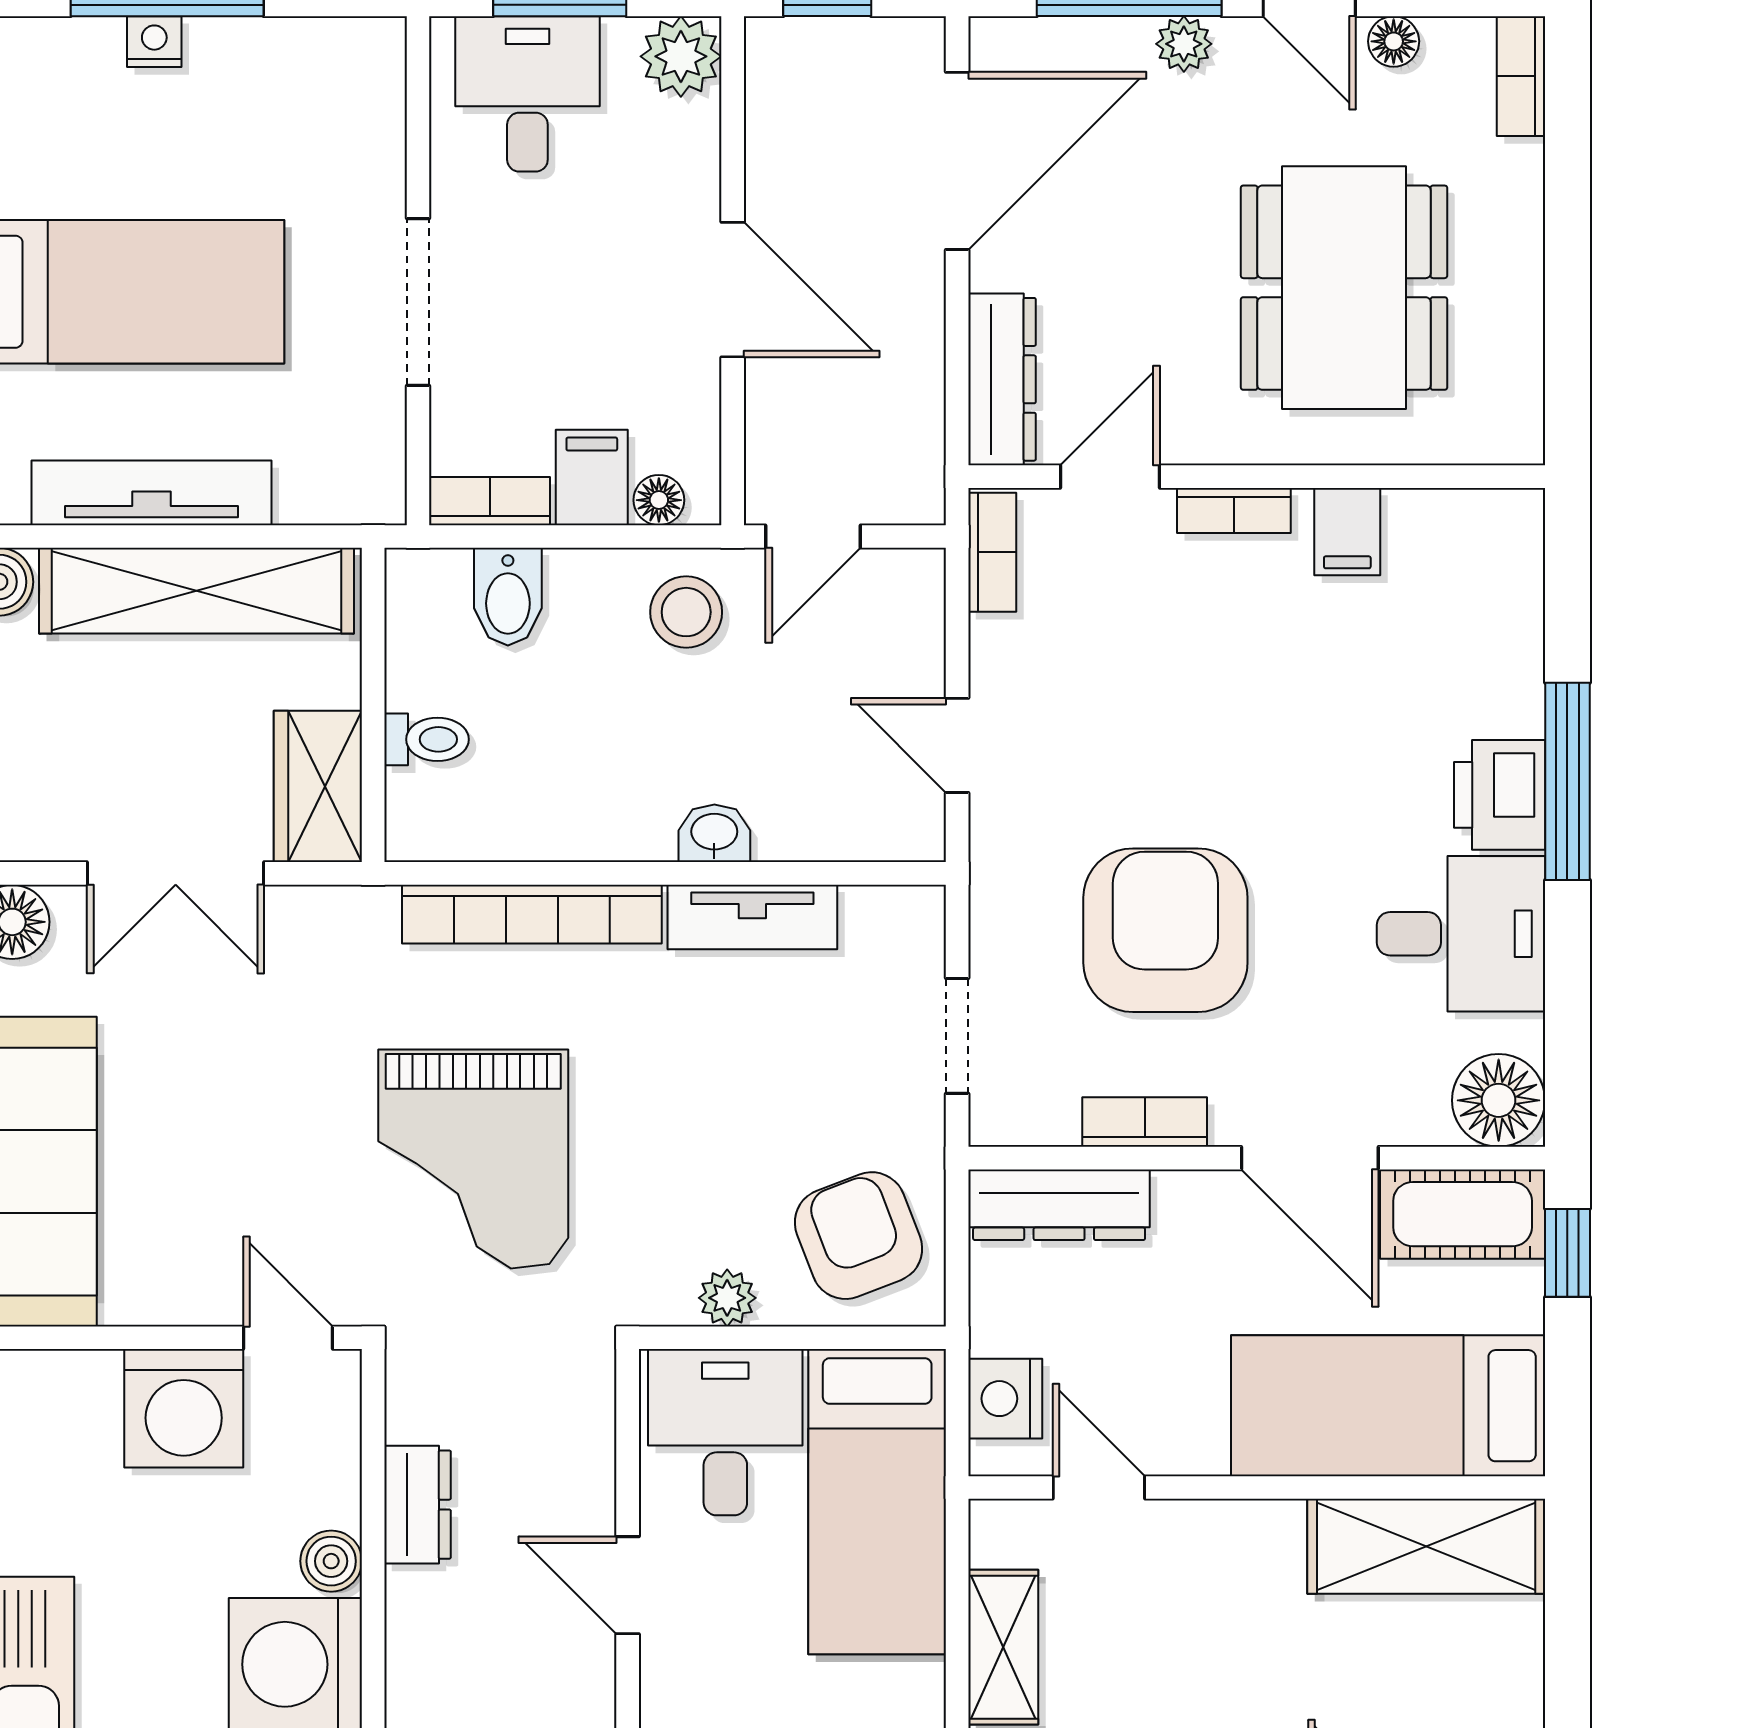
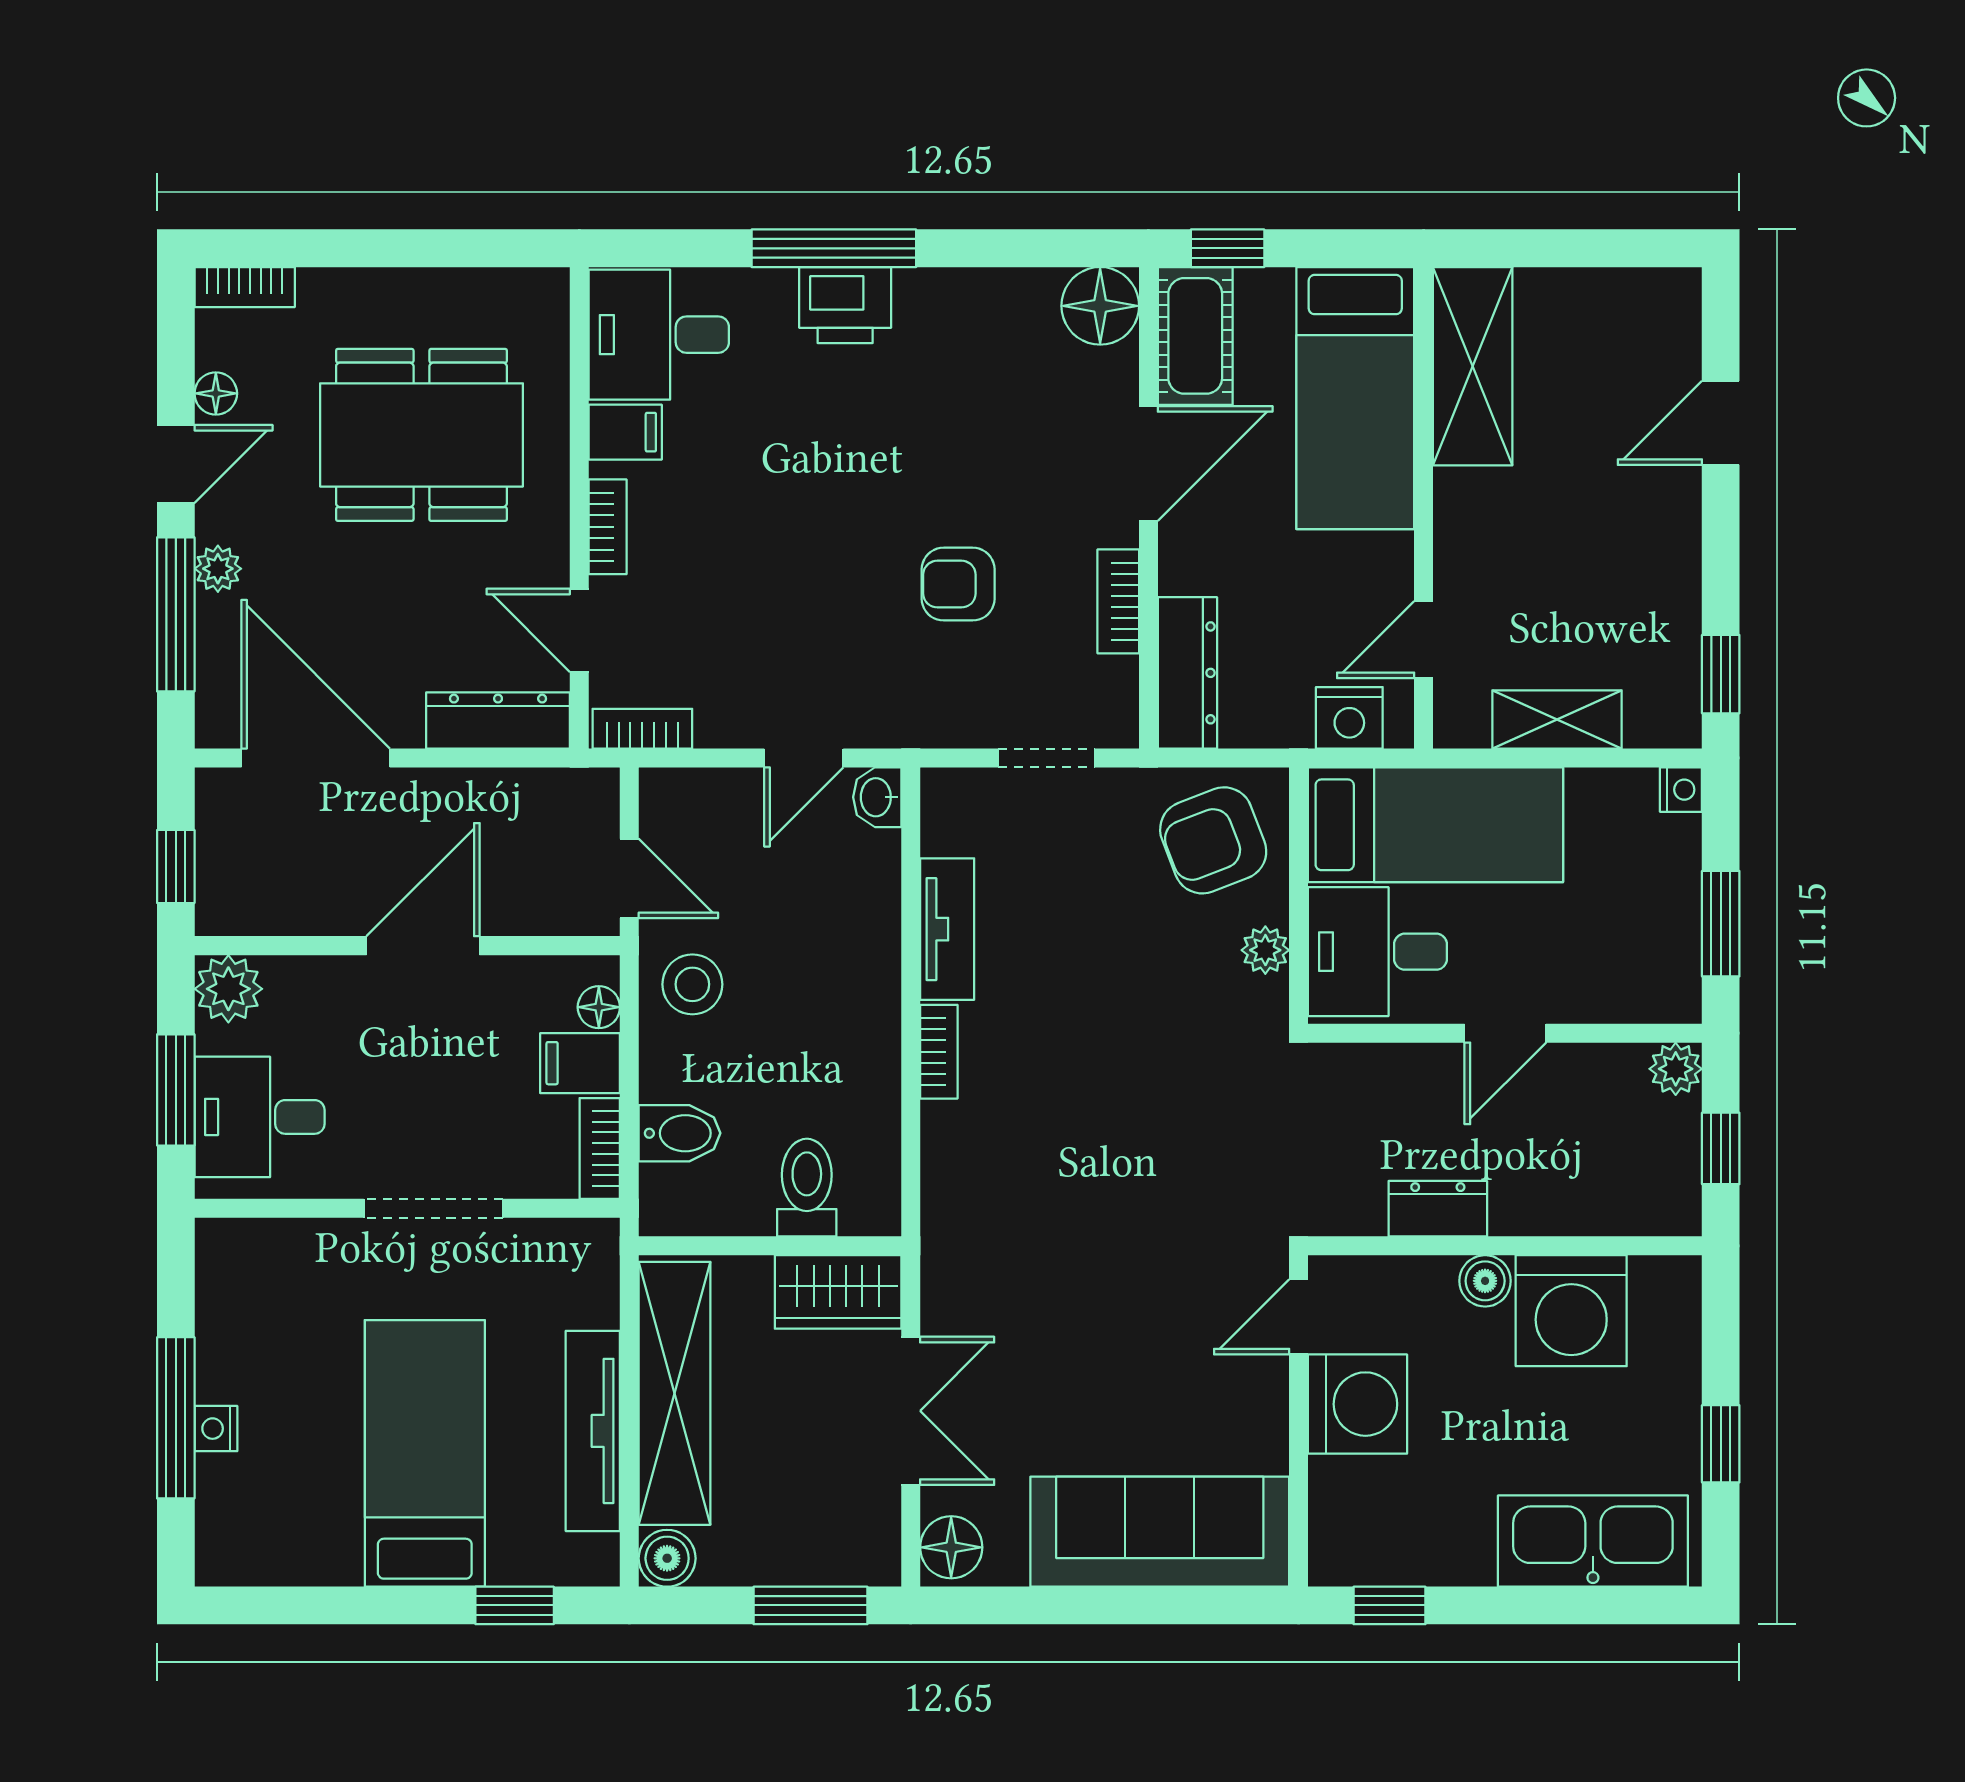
toilet: (427, 739) -> (807, 1188), width x1.37, depth x1.39
washbasin: (714, 833) -> (877, 797), moved
bookcase: (532, 914) -> (939, 1052), width x0.43, depth x0.76
armchair: (1165, 930) -> (958, 584), width x0.53, depth x0.53
desk: (1461, 934) -> (659, 335), moved, turned -90
grand piano: (473, 1159) -> (1149, 1162), removed

